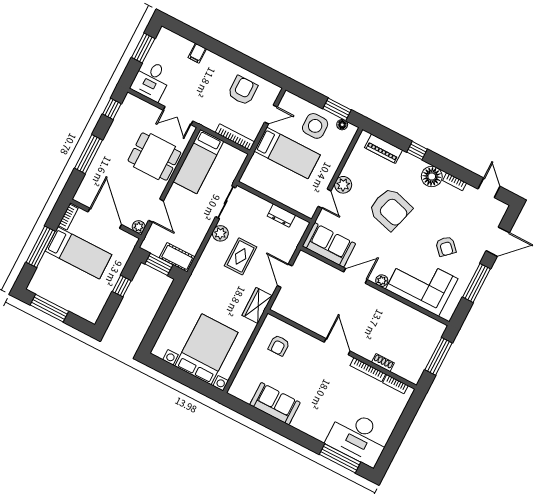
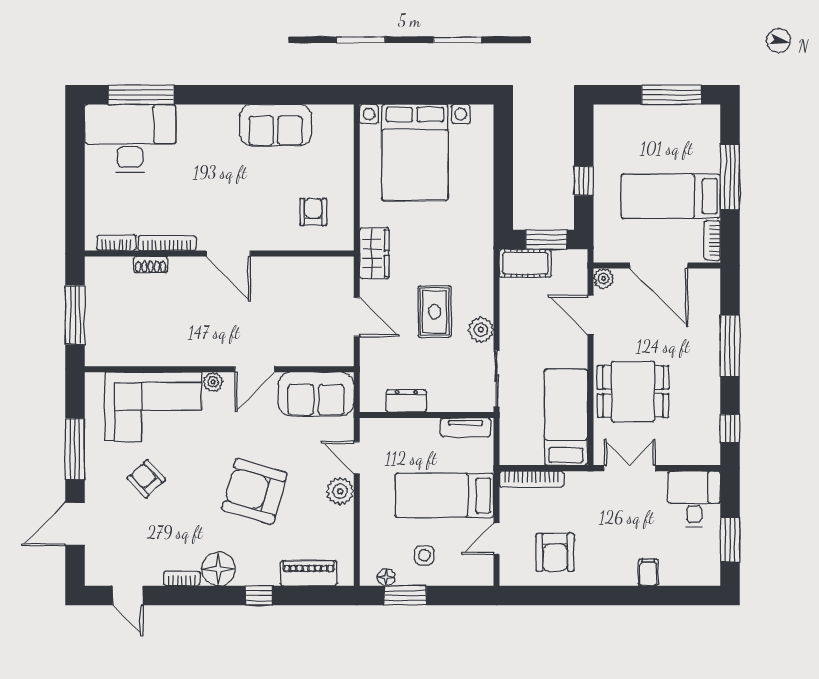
side table: (315, 126) -> (424, 555), width x0.54, depth x0.54
tv unit: (256, 184) -> (465, 427), added

